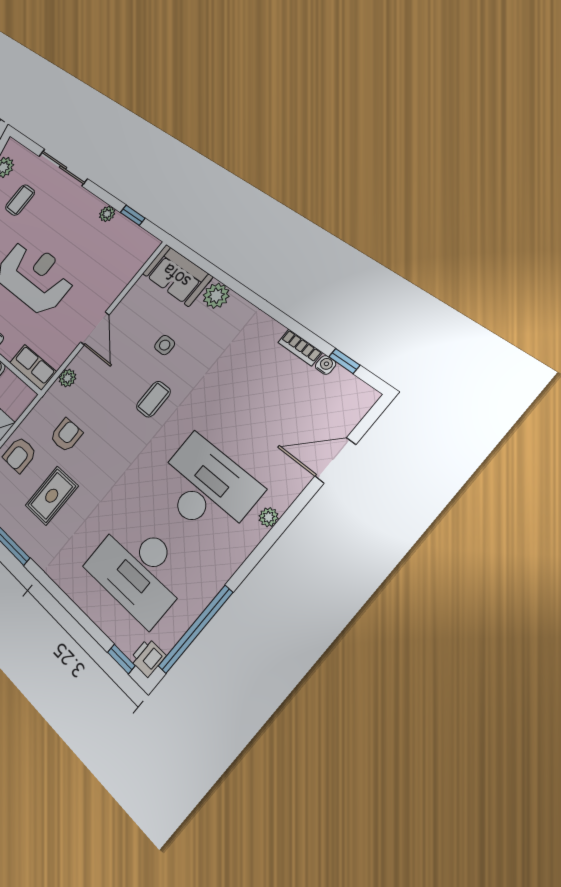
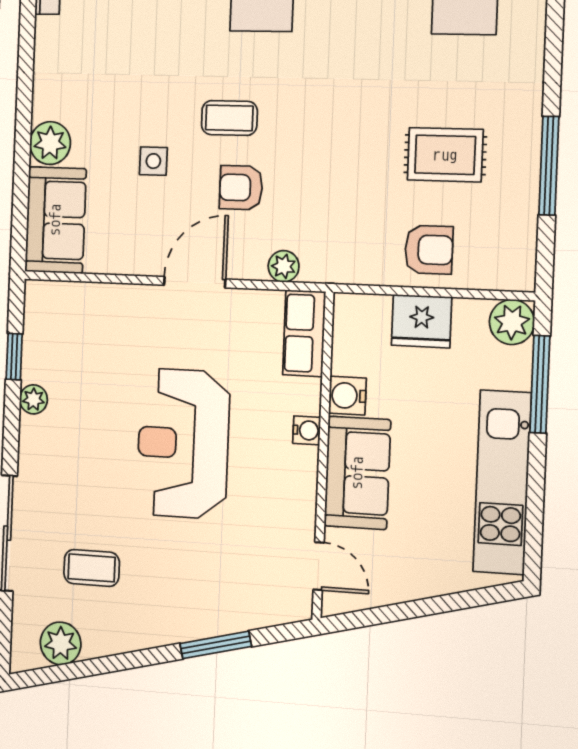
armchair: (66, 435) -> (241, 188), moved

